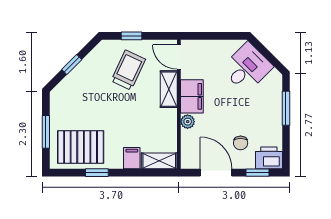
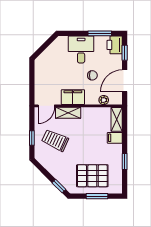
window: (72, 65) -> (59, 186), moved
desk: (247, 68) -> (81, 50), moved, turned 45
window: (286, 108) -> (100, 33), moved
plant: (188, 122) -> (104, 100), moved
chair: (241, 143) -> (92, 75), moved
pallet: (81, 147) -> (92, 176), moved, turned 90

